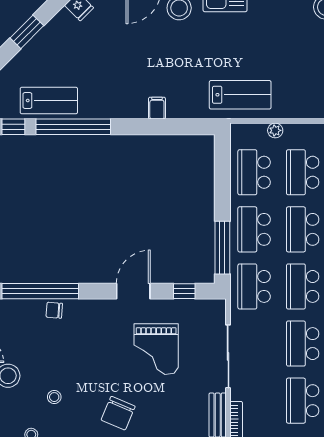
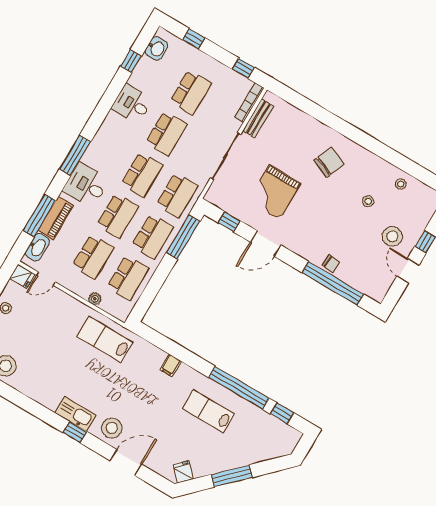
window: (27, 32) -> (232, 476), width x1.44
lab bench: (49, 100) -> (208, 411), moved
grand piano: (156, 349) -> (274, 192), turned 180

